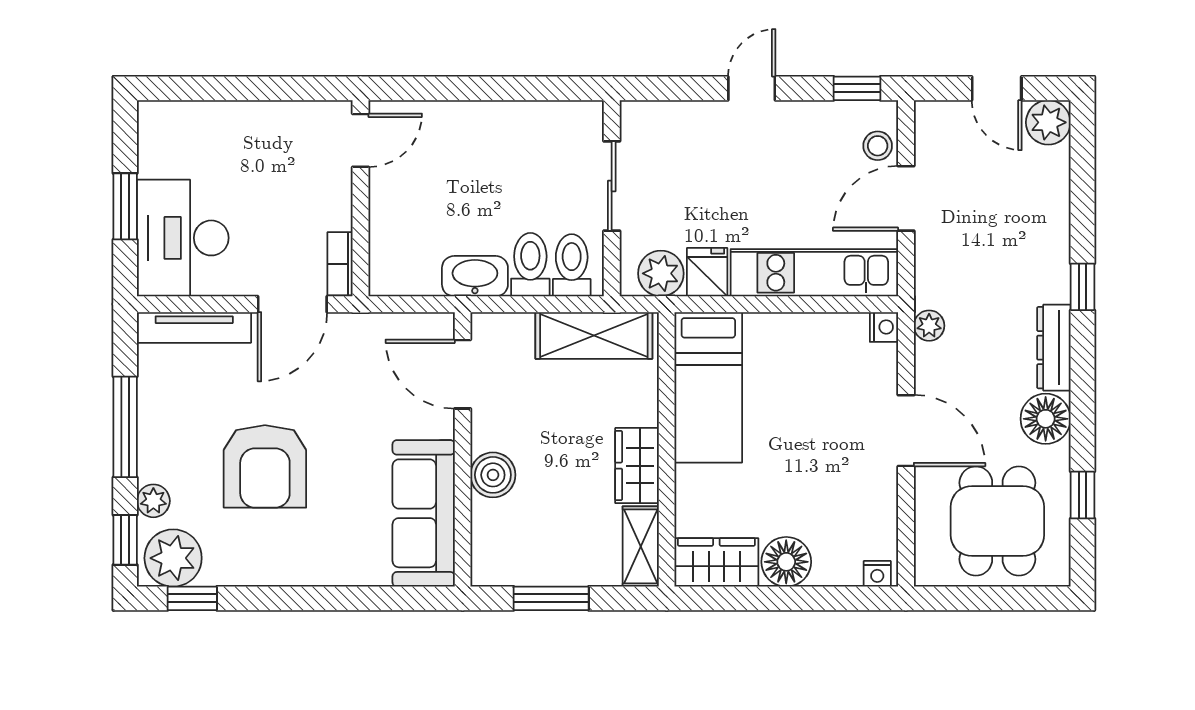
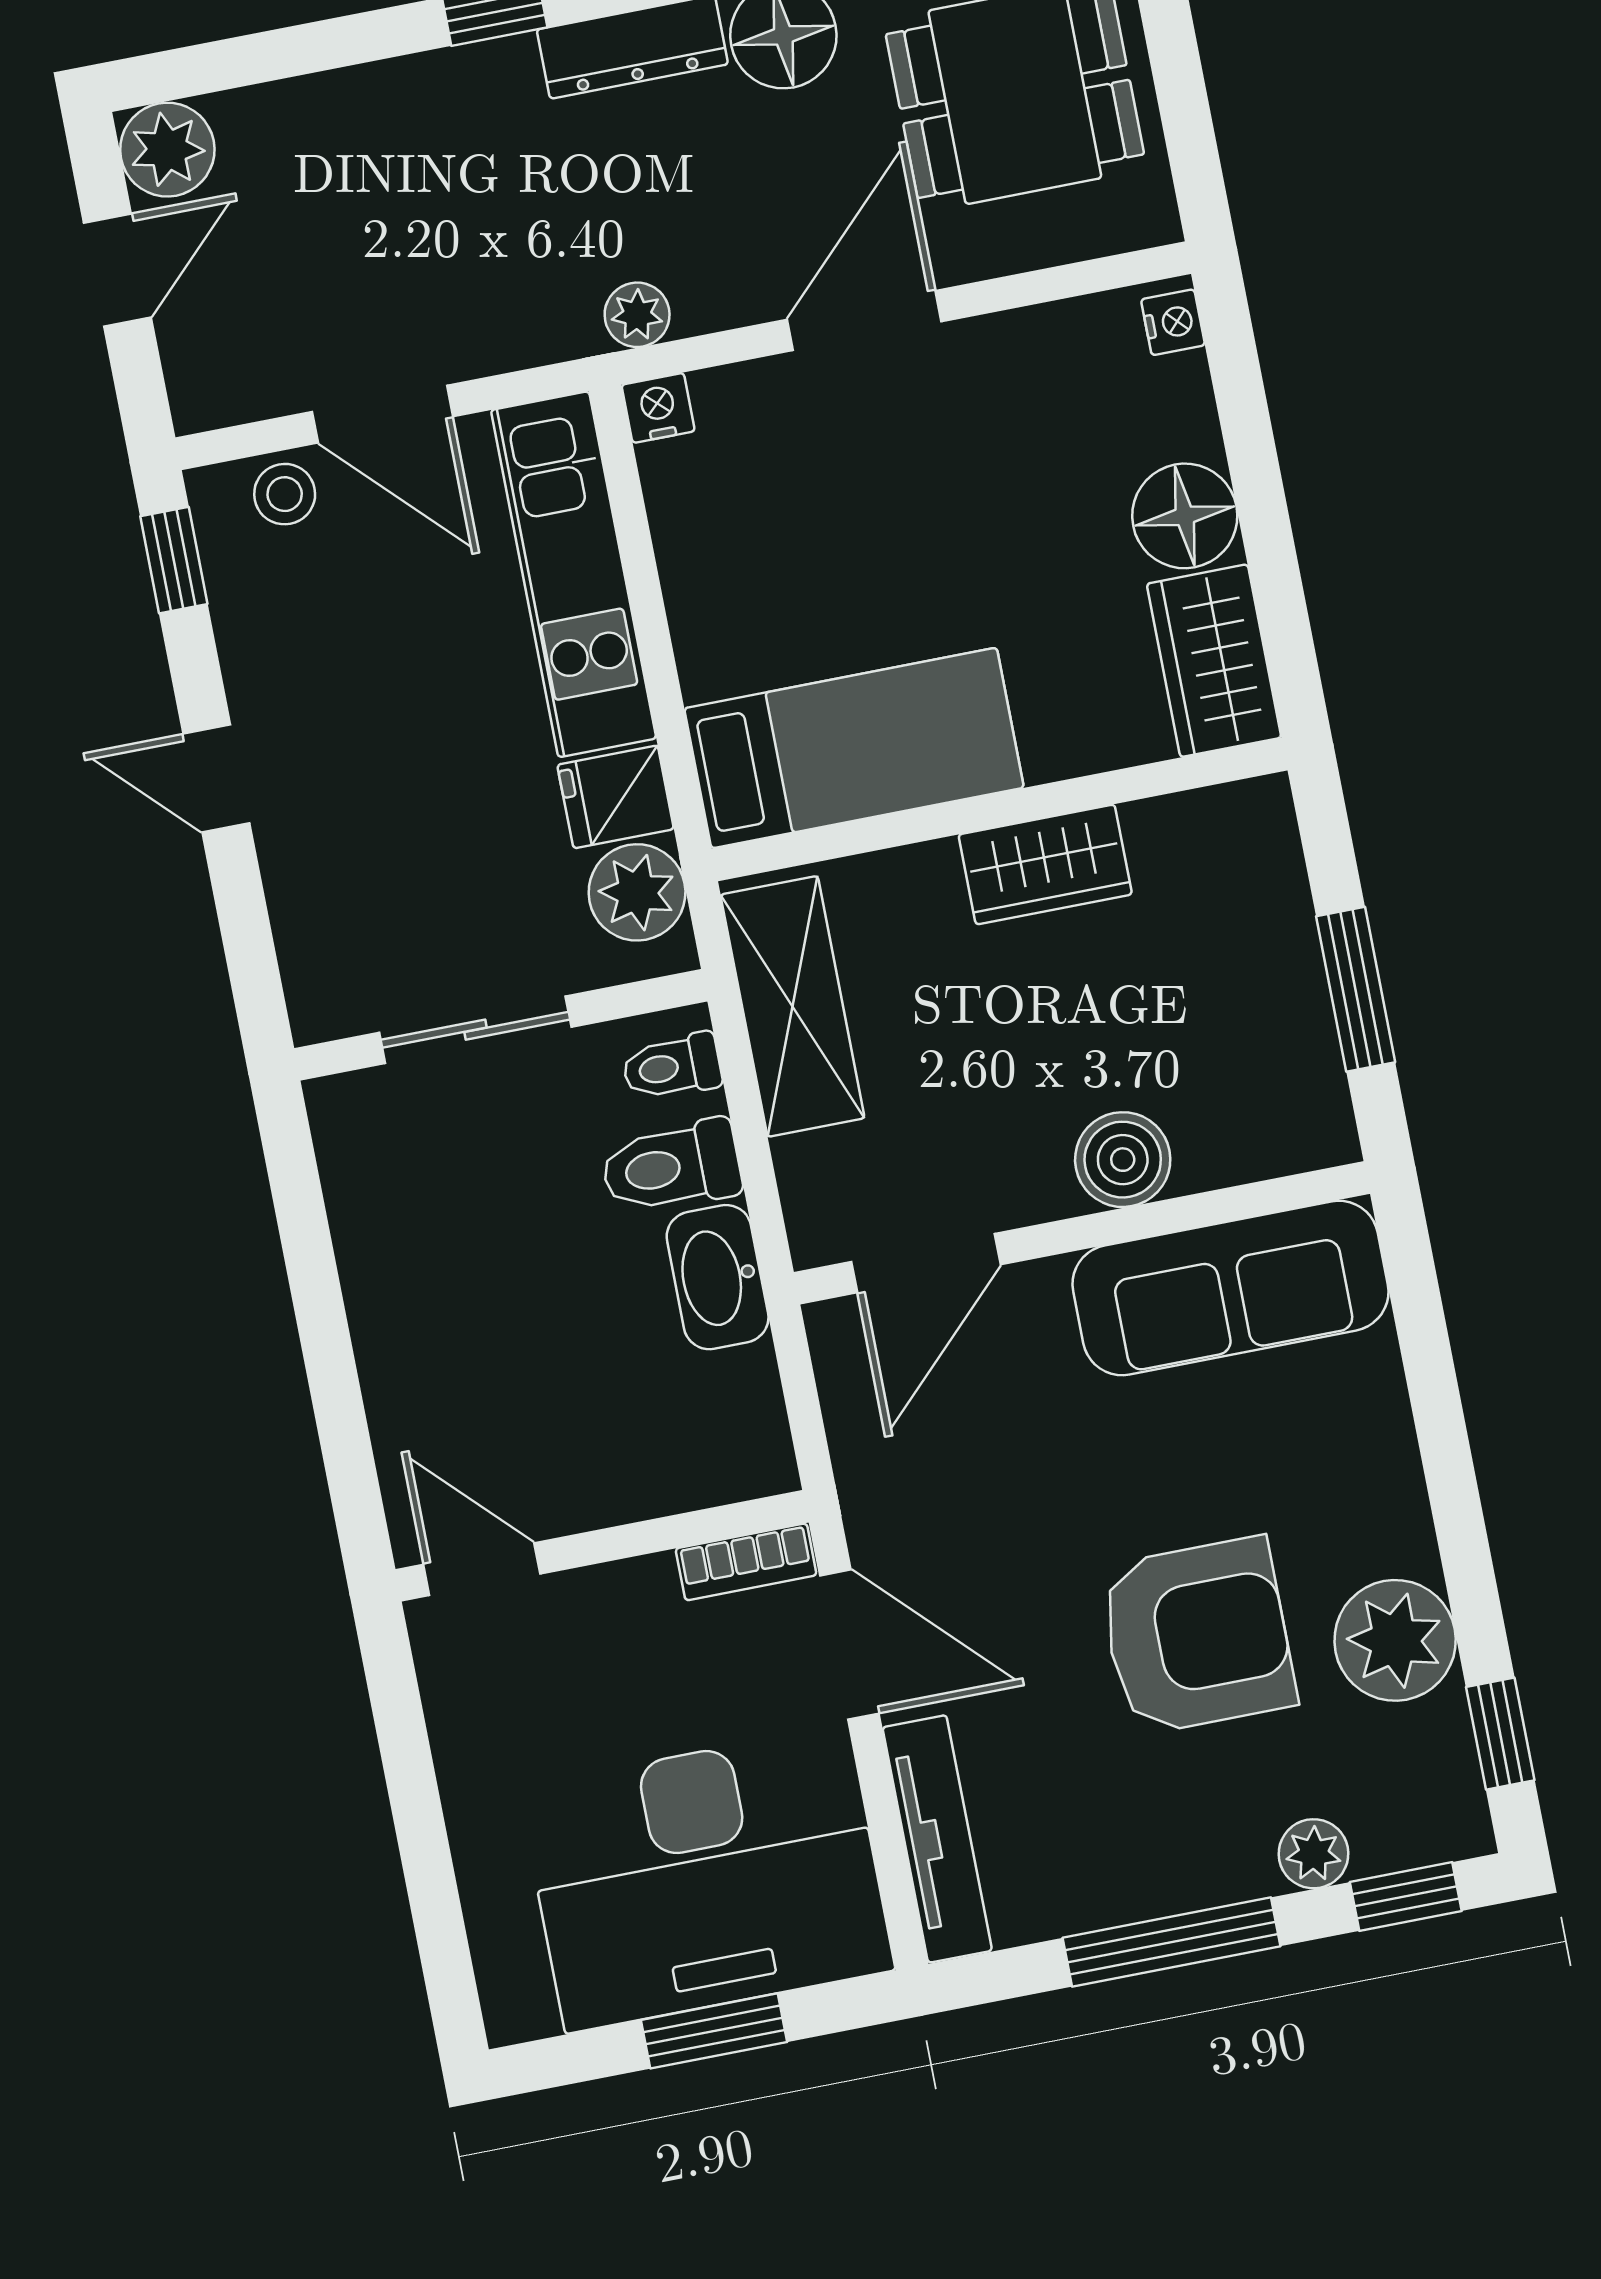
desk: (183, 238) -> (707, 1879), width x1.36, depth x1.30
toilet: (572, 265) -> (672, 1067), width x0.73, depth x0.72
shelving: (641, 546) -> (1212, 824), removed
plant: (173, 558) -> (1395, 1640), moved

